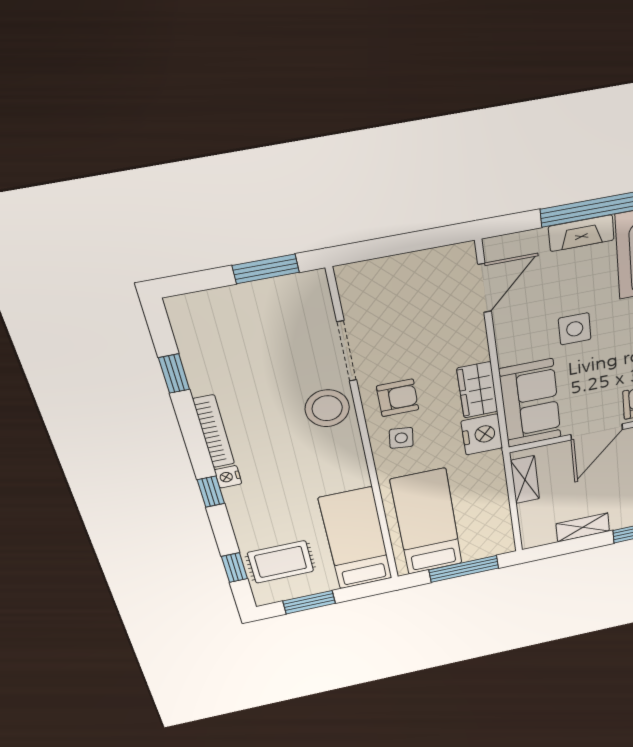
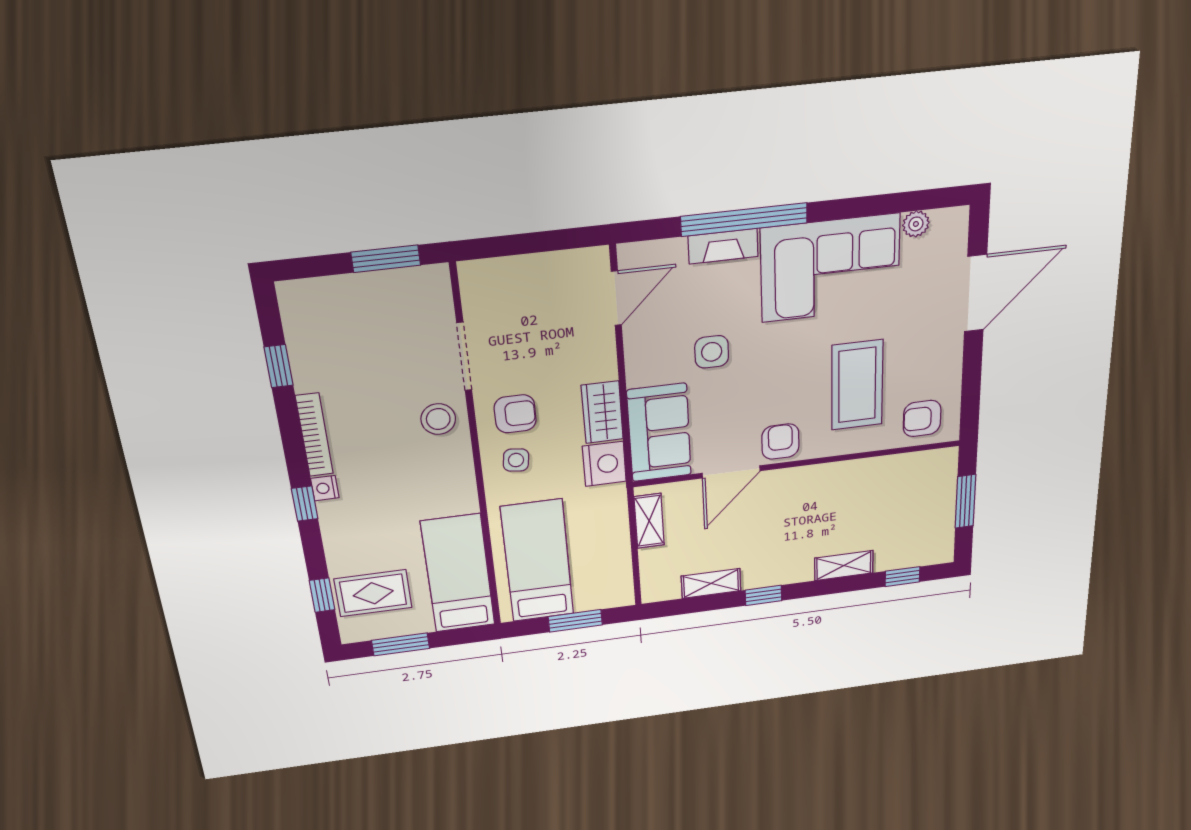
stool: (327, 408) -> (438, 419), width x0.73, depth x0.73
window: (464, 569) -> (575, 621), width x0.69

